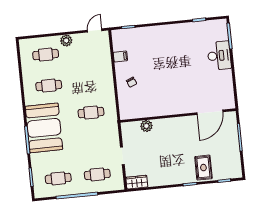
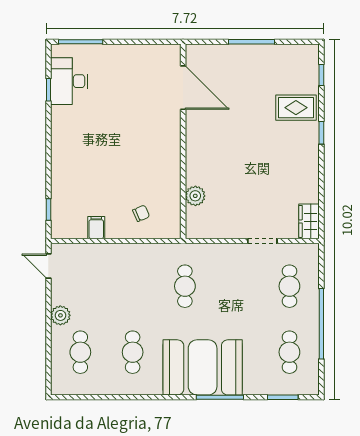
desk: (219, 56) -> (69, 81), moved, turned -90
door: (210, 112) -> (183, 88), moved
wall: (178, 115) -> (183, 141), moved
plant: (146, 126) -> (195, 196), moved

